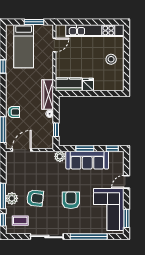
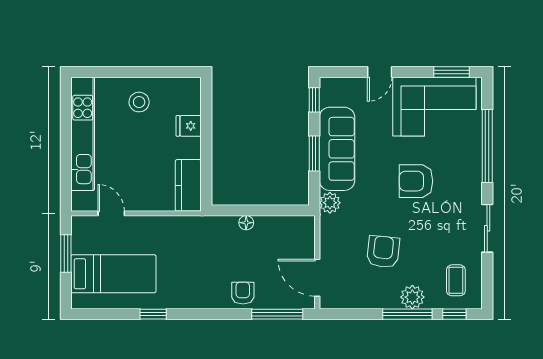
fridge: (88, 85) -> (189, 126), moved
wardrobe: (48, 94) -> (208, 227), removed
window: (56, 130) -> (278, 210), removed
door: (126, 182) -> (380, 72), hinge flipped
armchair: (35, 198) -> (383, 252), moved
sliding door: (47, 237) -> (487, 228), width x0.73

